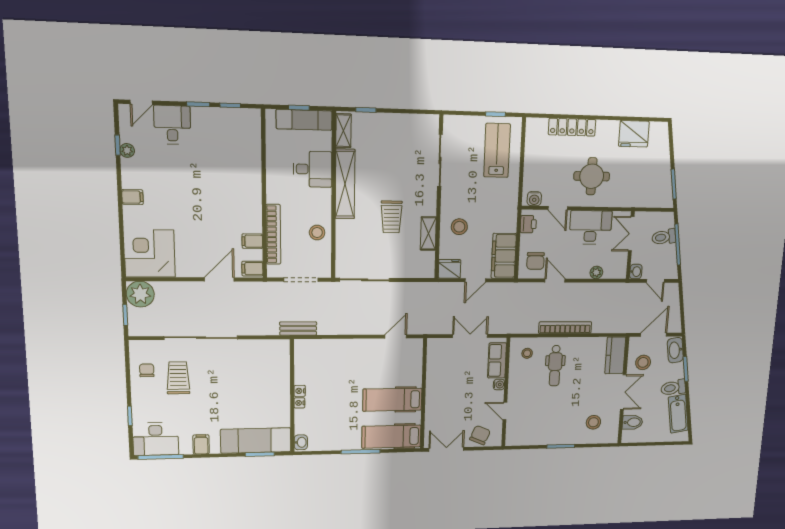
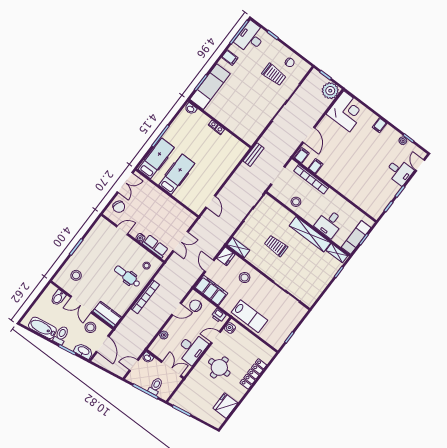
lab bench: (497, 150) -> (249, 316), moved
shelving: (428, 234) -> (238, 247), moved

